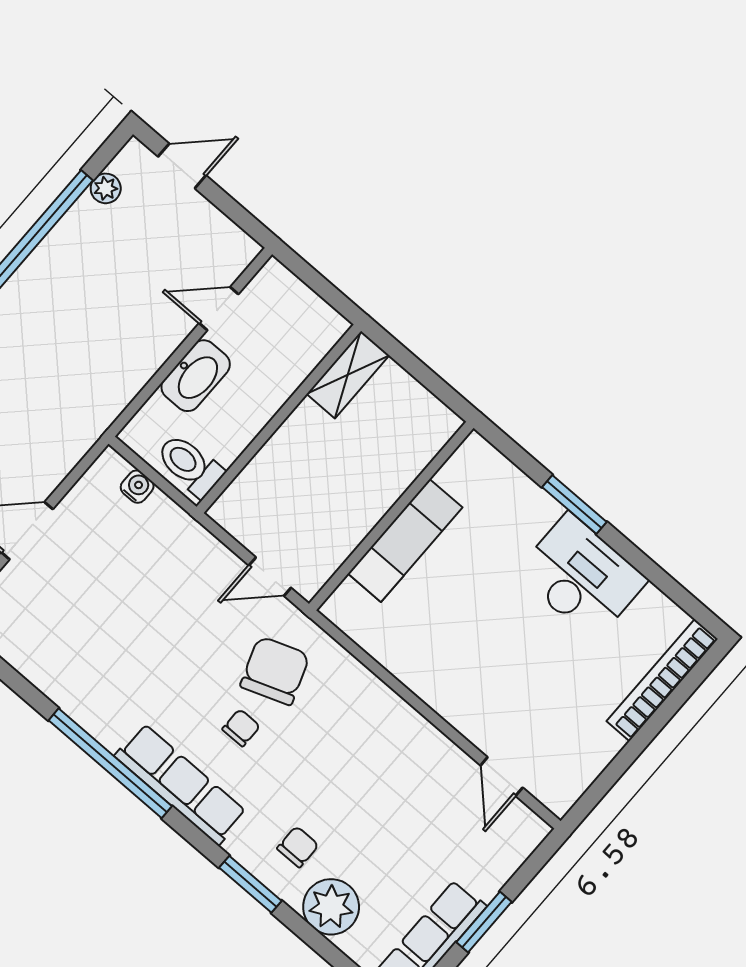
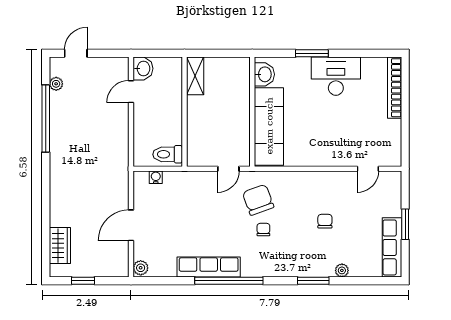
washbasin: (196, 376) -> (143, 68), moved, width x0.72
washbasin: (465, 471) -> (264, 74), added
exam couch: (405, 540) -> (269, 126), width x1.36, depth x1.45
door: (502, 777) -> (368, 169), hinge flipped
row of seats: (181, 784) -> (209, 267), moved
chair: (298, 847) -> (325, 221), moved
plant: (331, 907) -> (342, 270), width x0.53, depth x0.53

